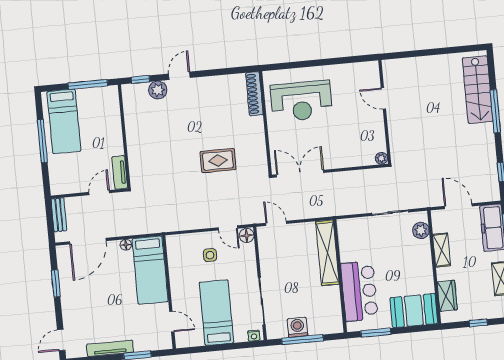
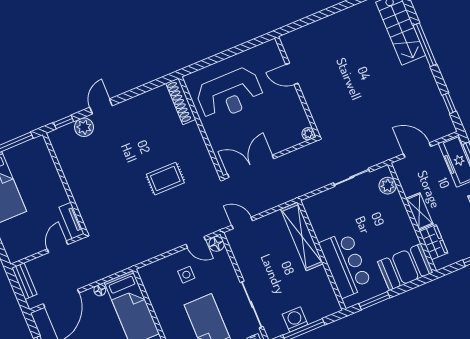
door: (383, 98) -> (292, 74), moved
wall: (385, 112) -> (297, 87), moved
plant: (381, 158) -> (308, 134), moved
shelving: (442, 250) -> (419, 211), moved

